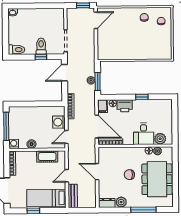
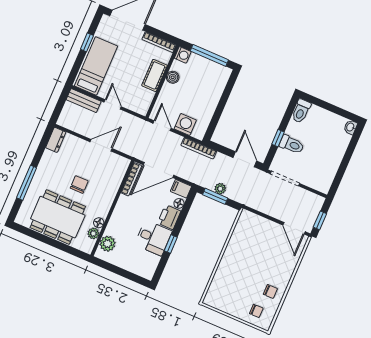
desk: (144, 134) -> (153, 238), moved, turned 180
cot: (47, 157) -> (154, 75), moved
plant: (121, 202) -> (49, 159), removed

